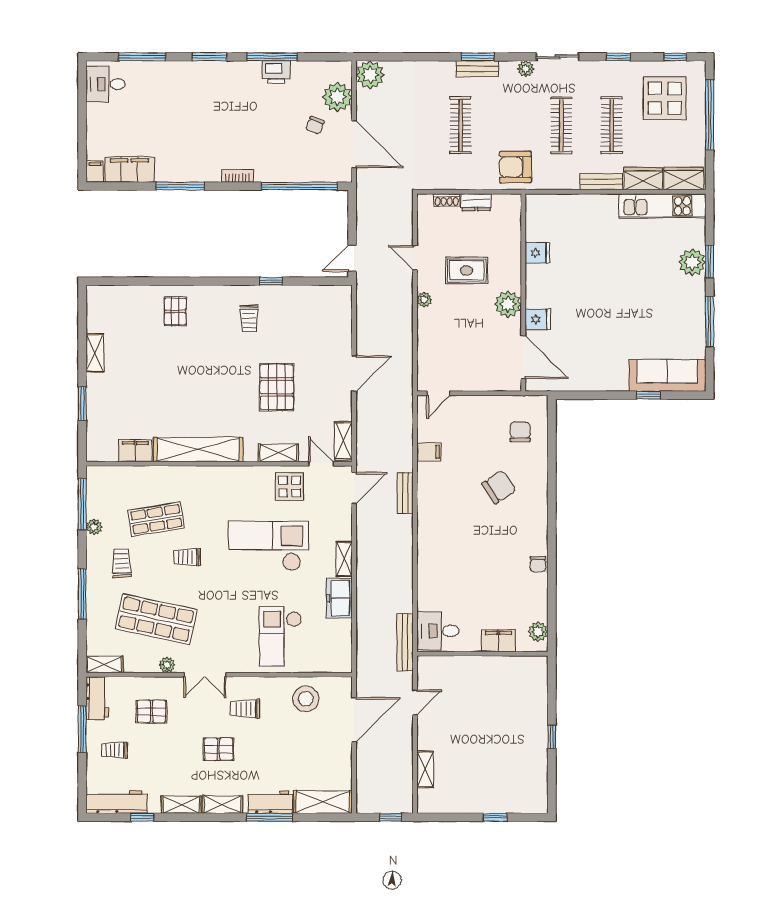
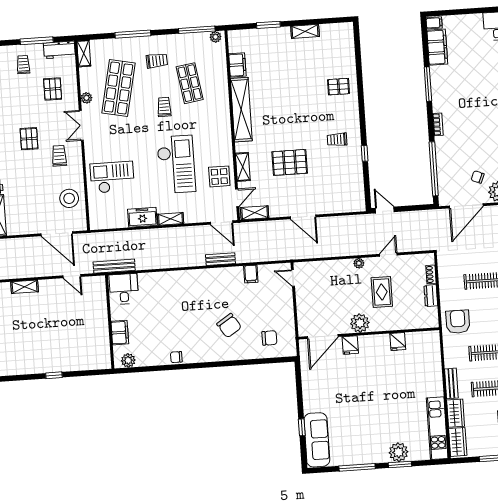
plant: (94, 527) -> (215, 37), moved

